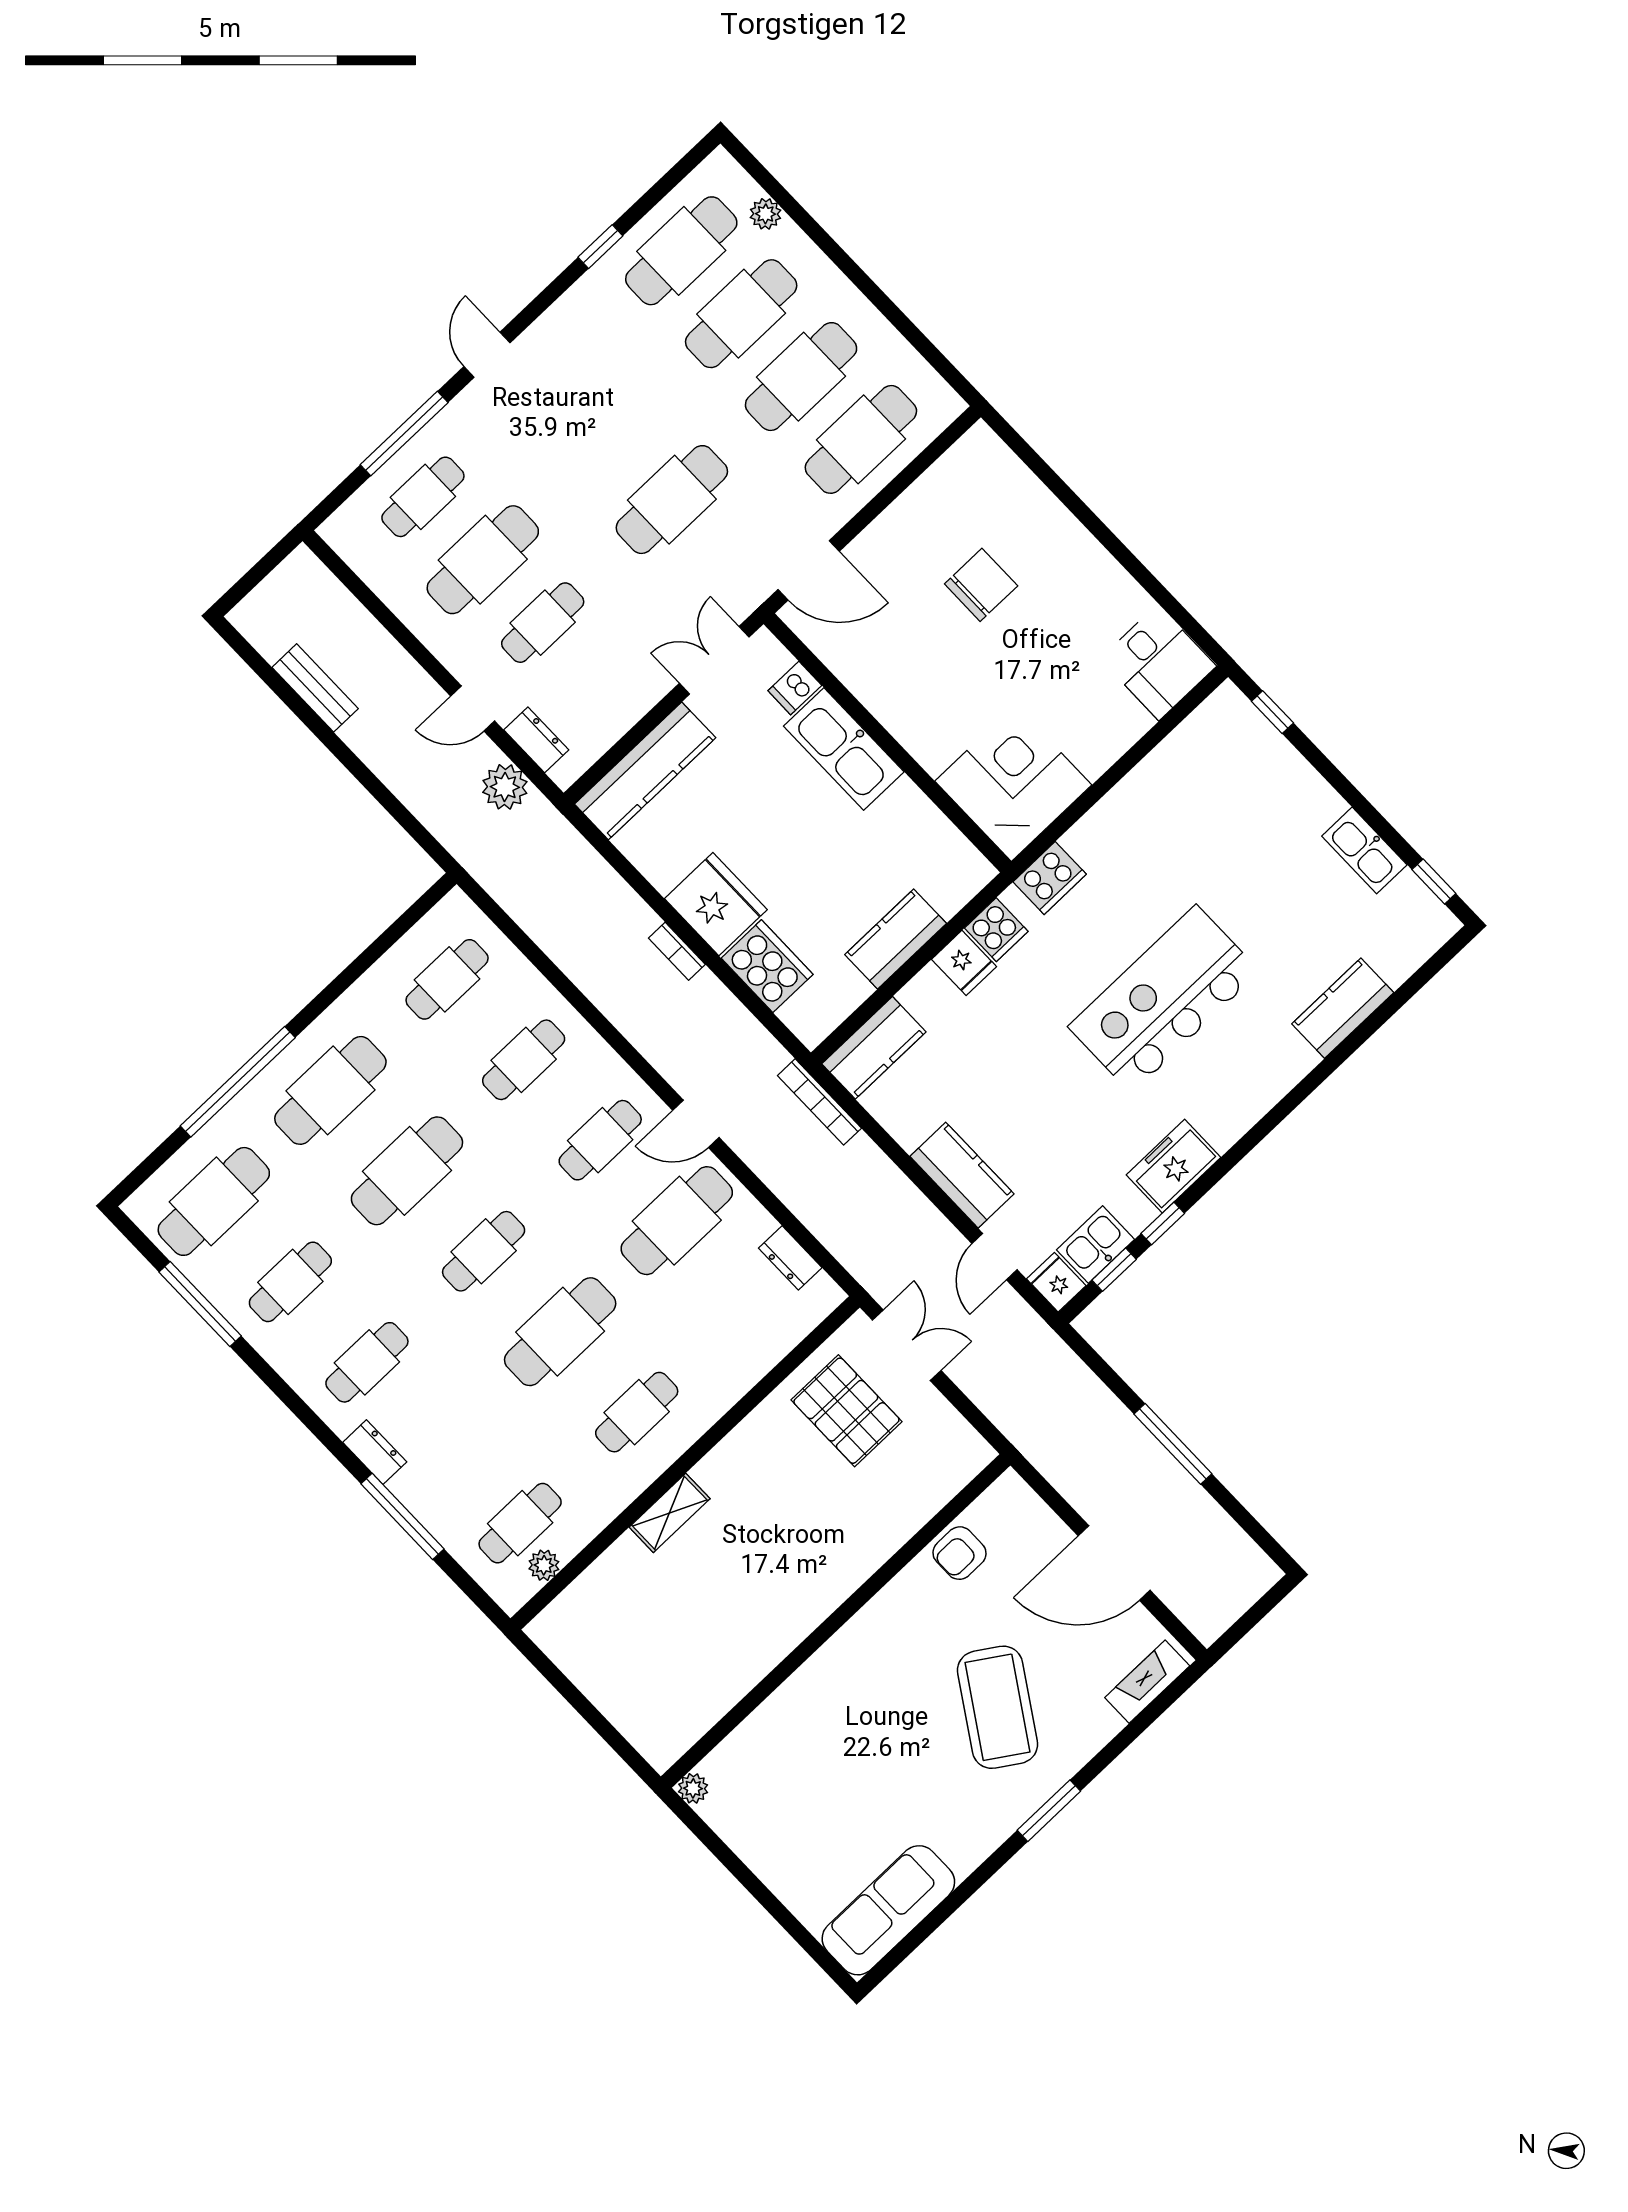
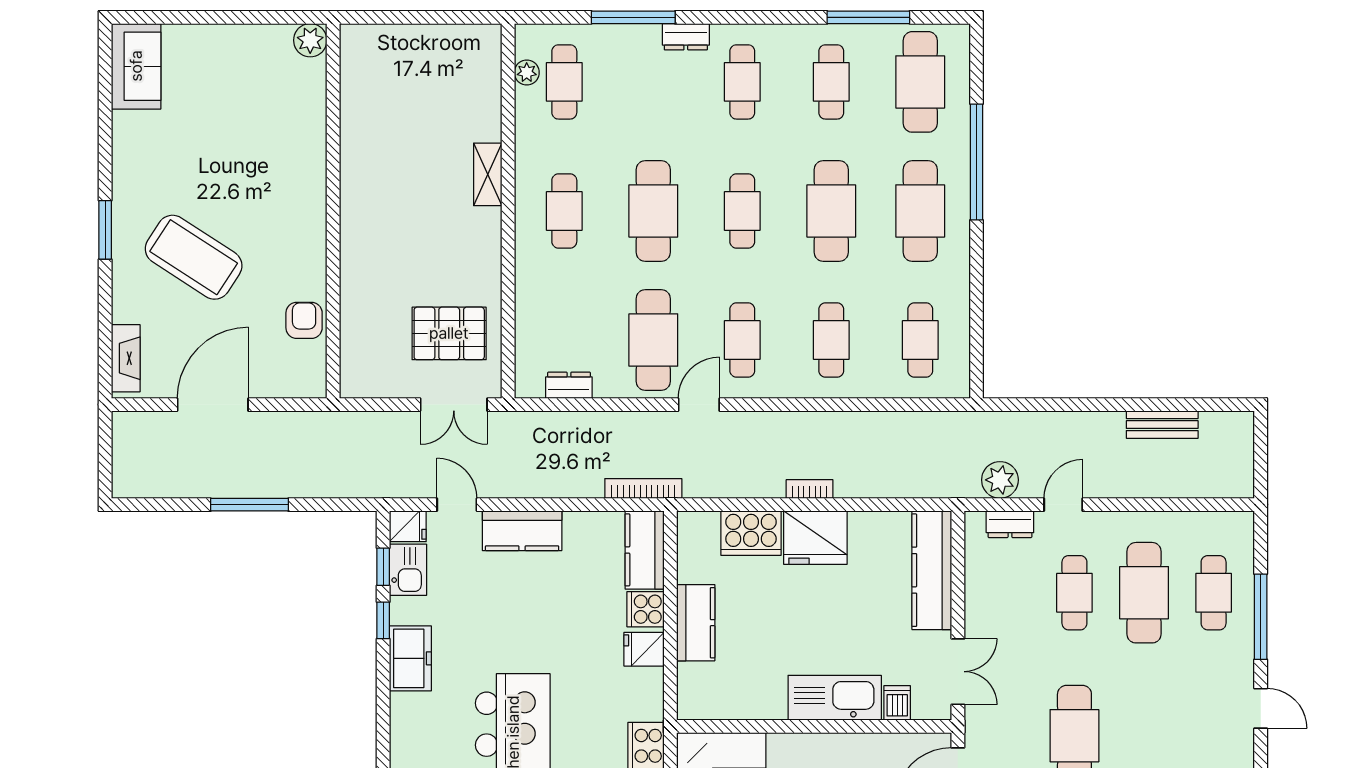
cooker: (996, 930) -> (646, 609), moved
plant: (693, 1788) -> (310, 40), width x1.38, depth x1.38
sofa: (888, 1910) -> (136, 66), width x0.73

